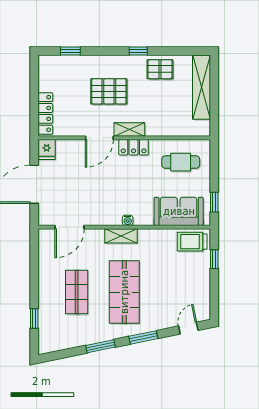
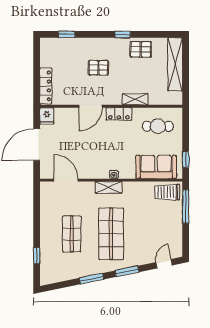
pallet: (109, 91) -> (98, 68), width x0.67, depth x0.71
shelving: (129, 129) -> (135, 99), moved
door: (70, 227) -> (66, 180), swing flipped
window: (214, 259) -> (186, 207), width x2.17

